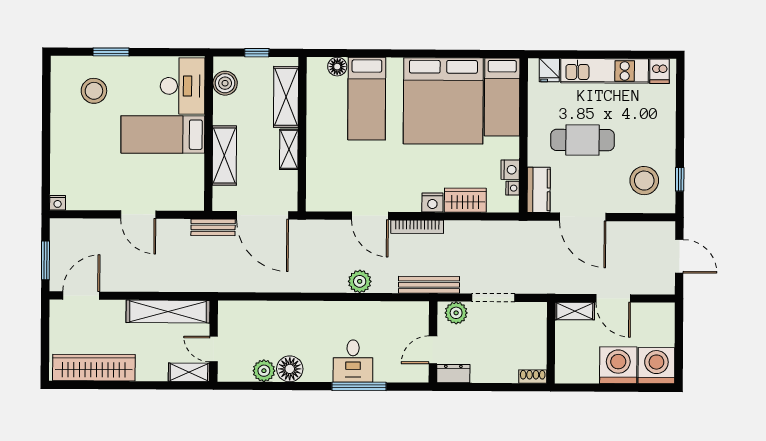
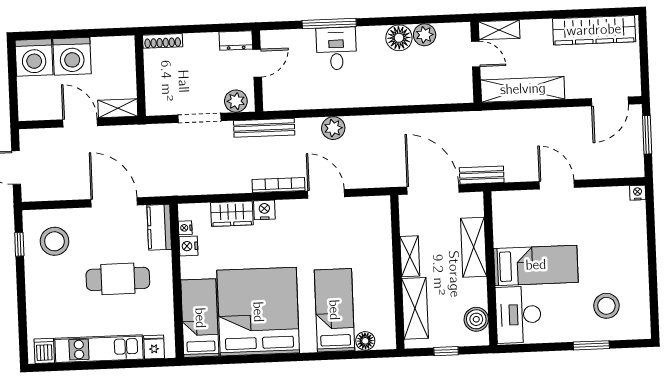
shoe rack: (533, 376) -> (163, 41), width x1.43

